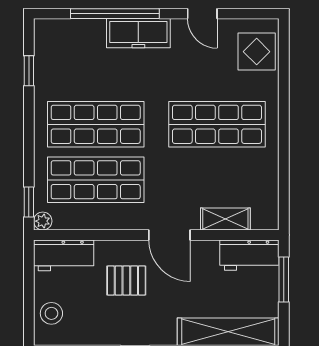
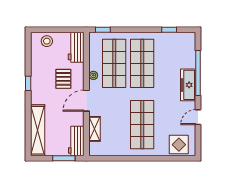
plant: (43, 221) -> (93, 75), moved

